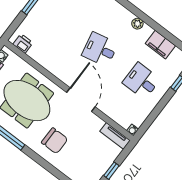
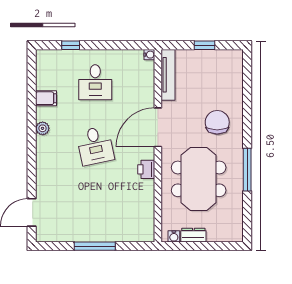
printer: (23, 43) -> (146, 169), moved
filing cabinet: (160, 45) -> (46, 98), width x0.50
tv unit: (115, 136) -> (168, 75), width x1.41

